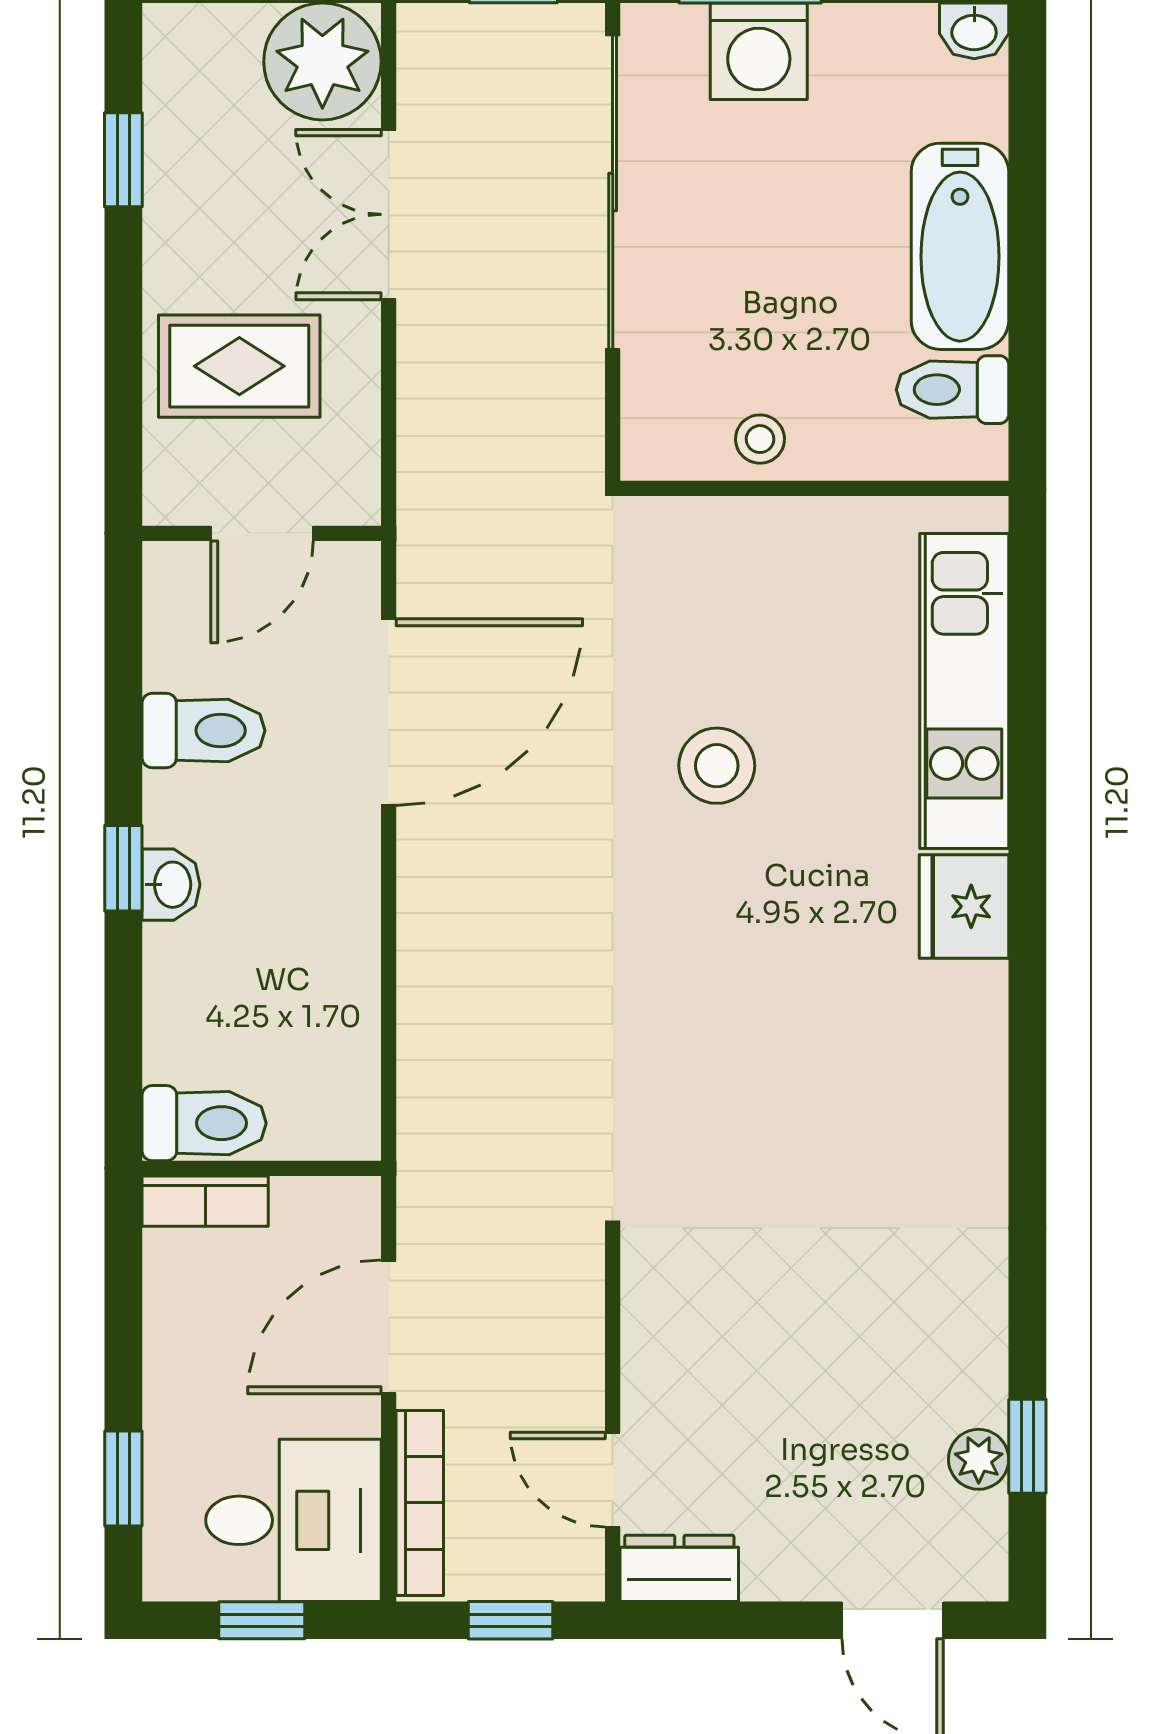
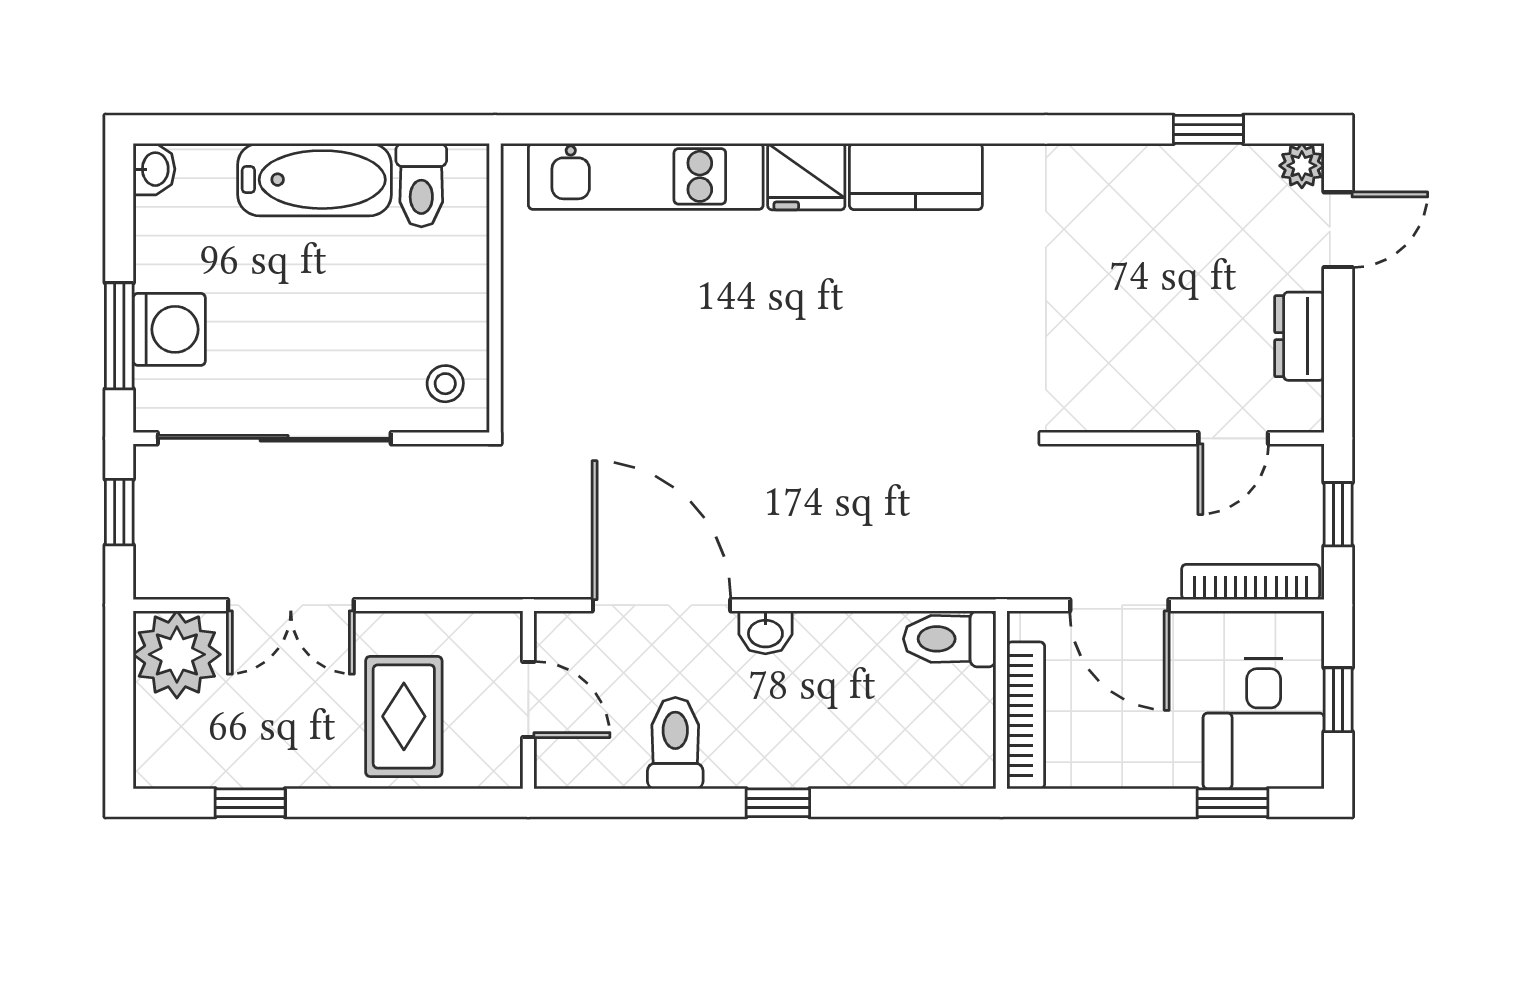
stool: (760, 439) -> (445, 384), moved
stool: (717, 766) -> (701, 361), removed
washbasin: (171, 885) -> (765, 632), moved, turned 180
kitchen counter: (964, 1053) -> (916, 176), added
toilet: (204, 1123) -> (950, 639), moved, turned -90
bookcase: (205, 1201) -> (1026, 715), width x1.56
plant: (979, 1459) -> (1302, 166), moved
desk: (293, 1520) -> (1264, 724), moved, turned 180
dresser: (679, 1568) -> (1299, 336), moved

